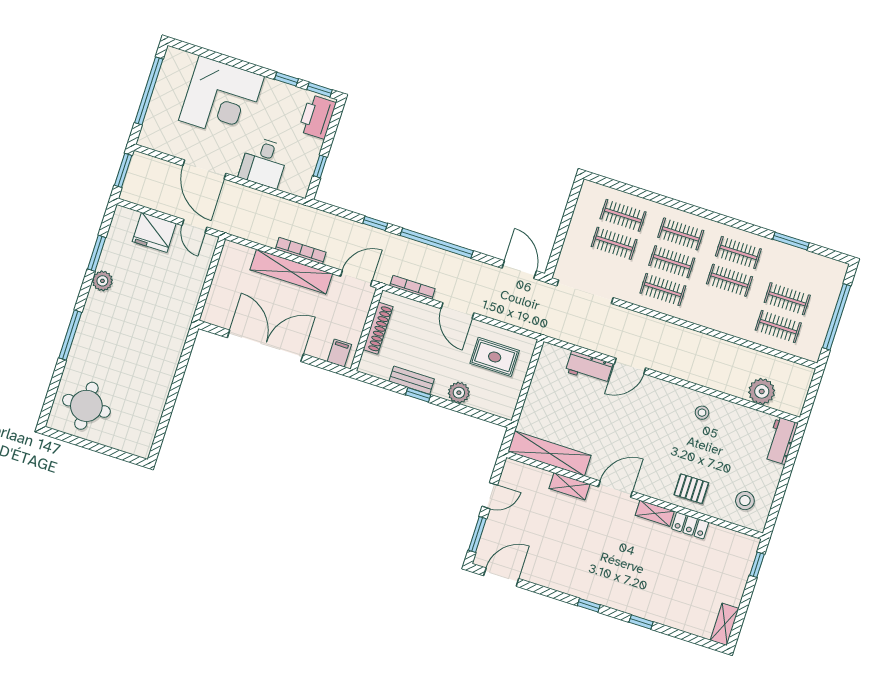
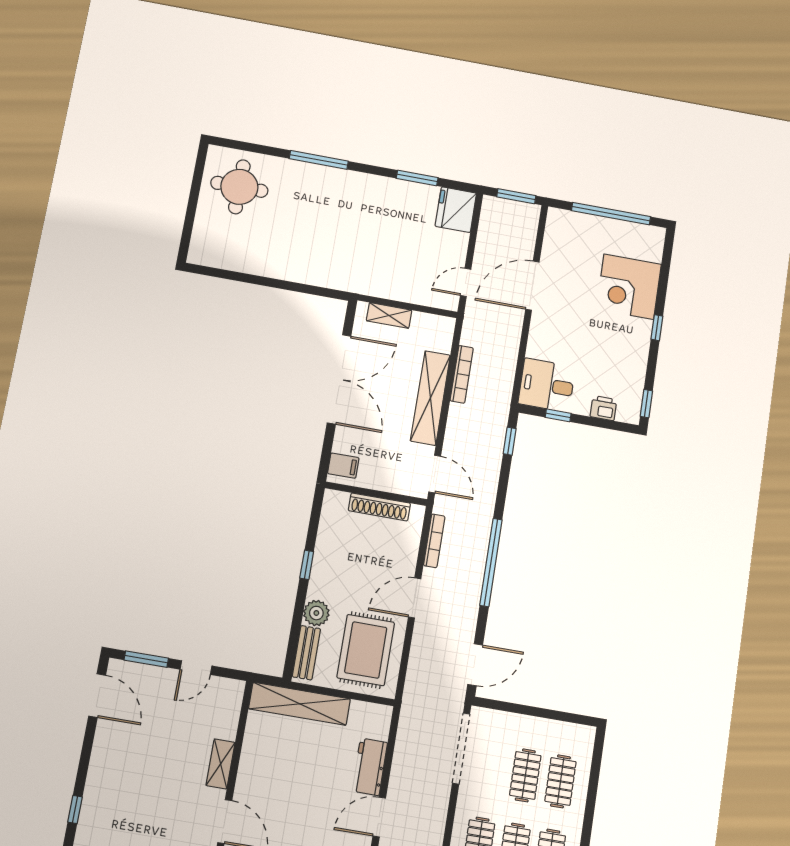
window: (286, 79) -> (657, 328), moved
corner desk: (222, 98) -> (629, 287), width x0.74, depth x0.74
printer: (317, 117) -> (604, 408), width x0.53, depth x0.68
desk: (264, 162) -> (547, 385), moved
window: (375, 223) -> (510, 441), moved
fridge: (154, 232) -> (456, 210), moved
bookcase: (301, 251) -> (462, 374), moved
plant: (102, 281) -> (386, 188), removed
shelving: (215, 296) -> (389, 315), added
rug: (495, 357) -> (366, 650), width x1.36, depth x1.43
door: (630, 366) -> (379, 817), hinge flipped
bench: (412, 380) -> (306, 653), moved
shelving: (549, 453) -> (300, 704), moved, turned 90
door: (490, 496) -> (196, 668), hinge flipped

